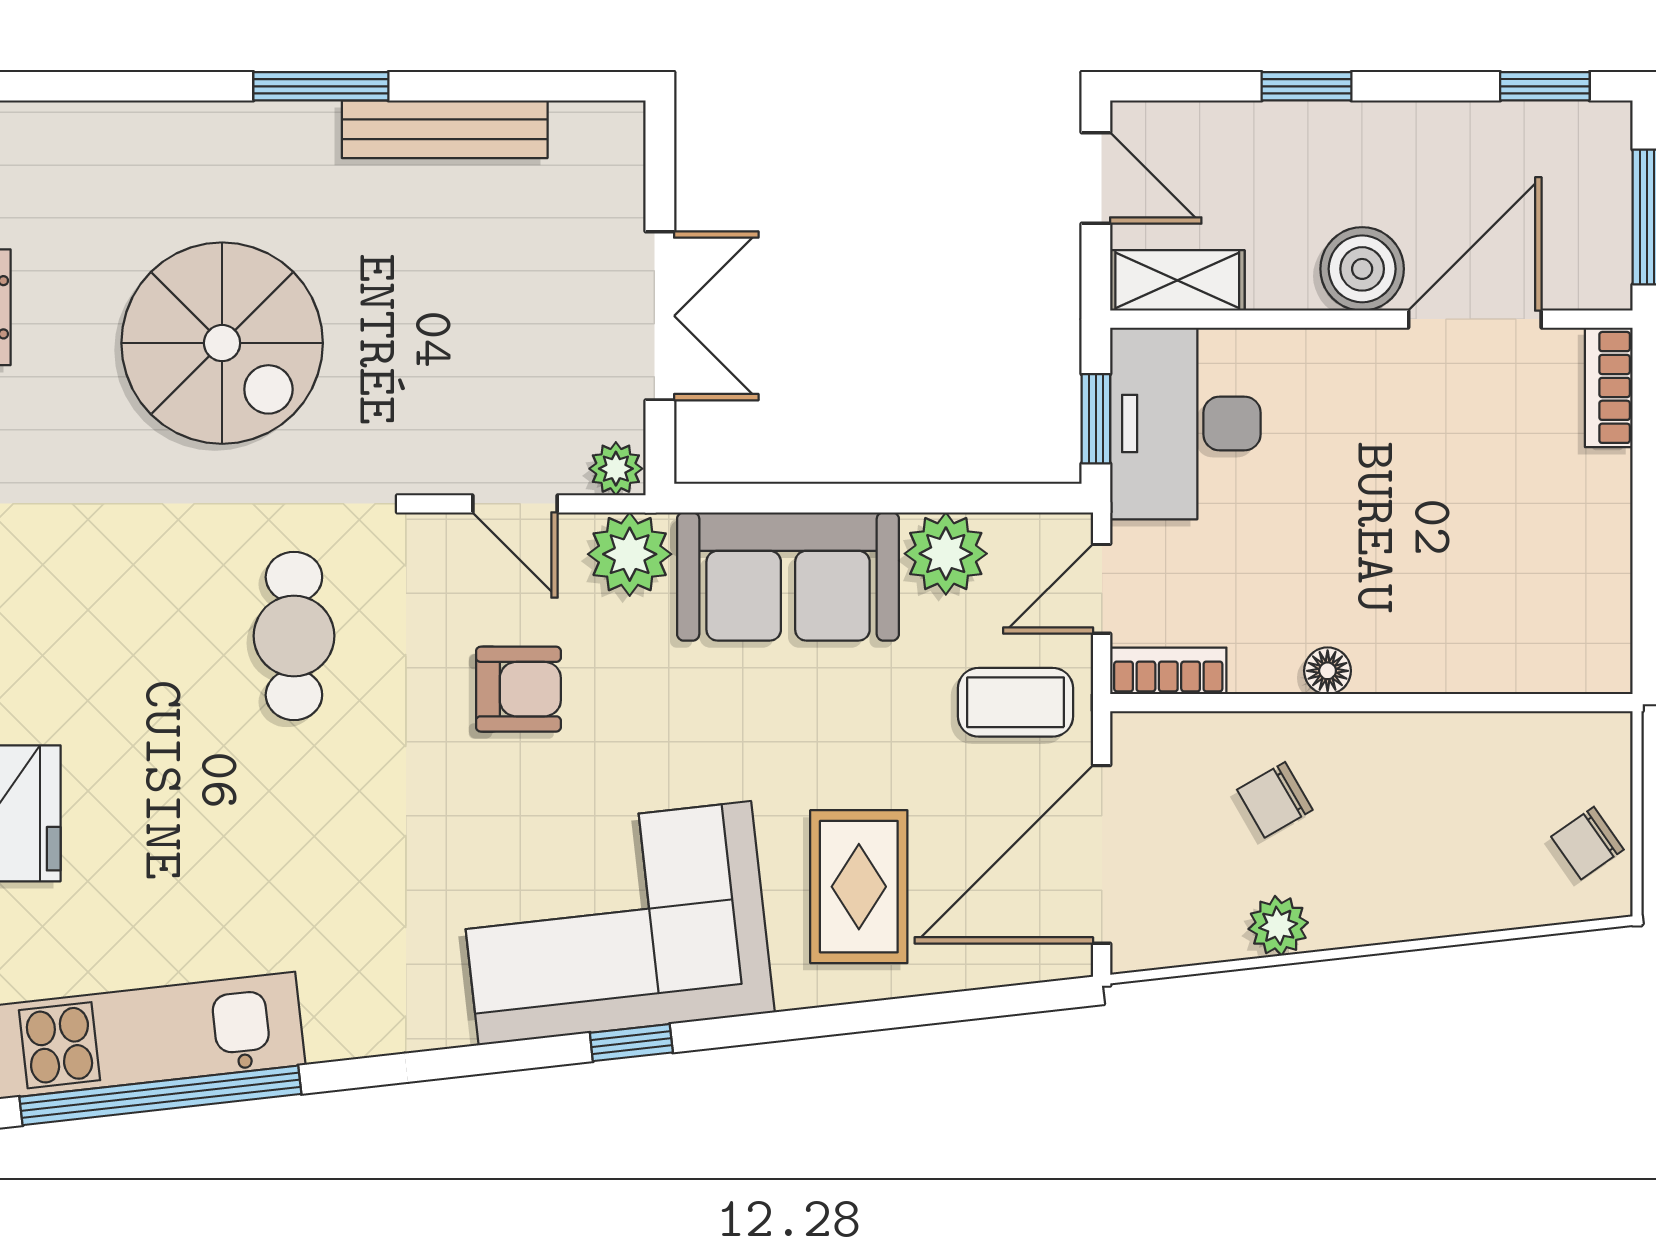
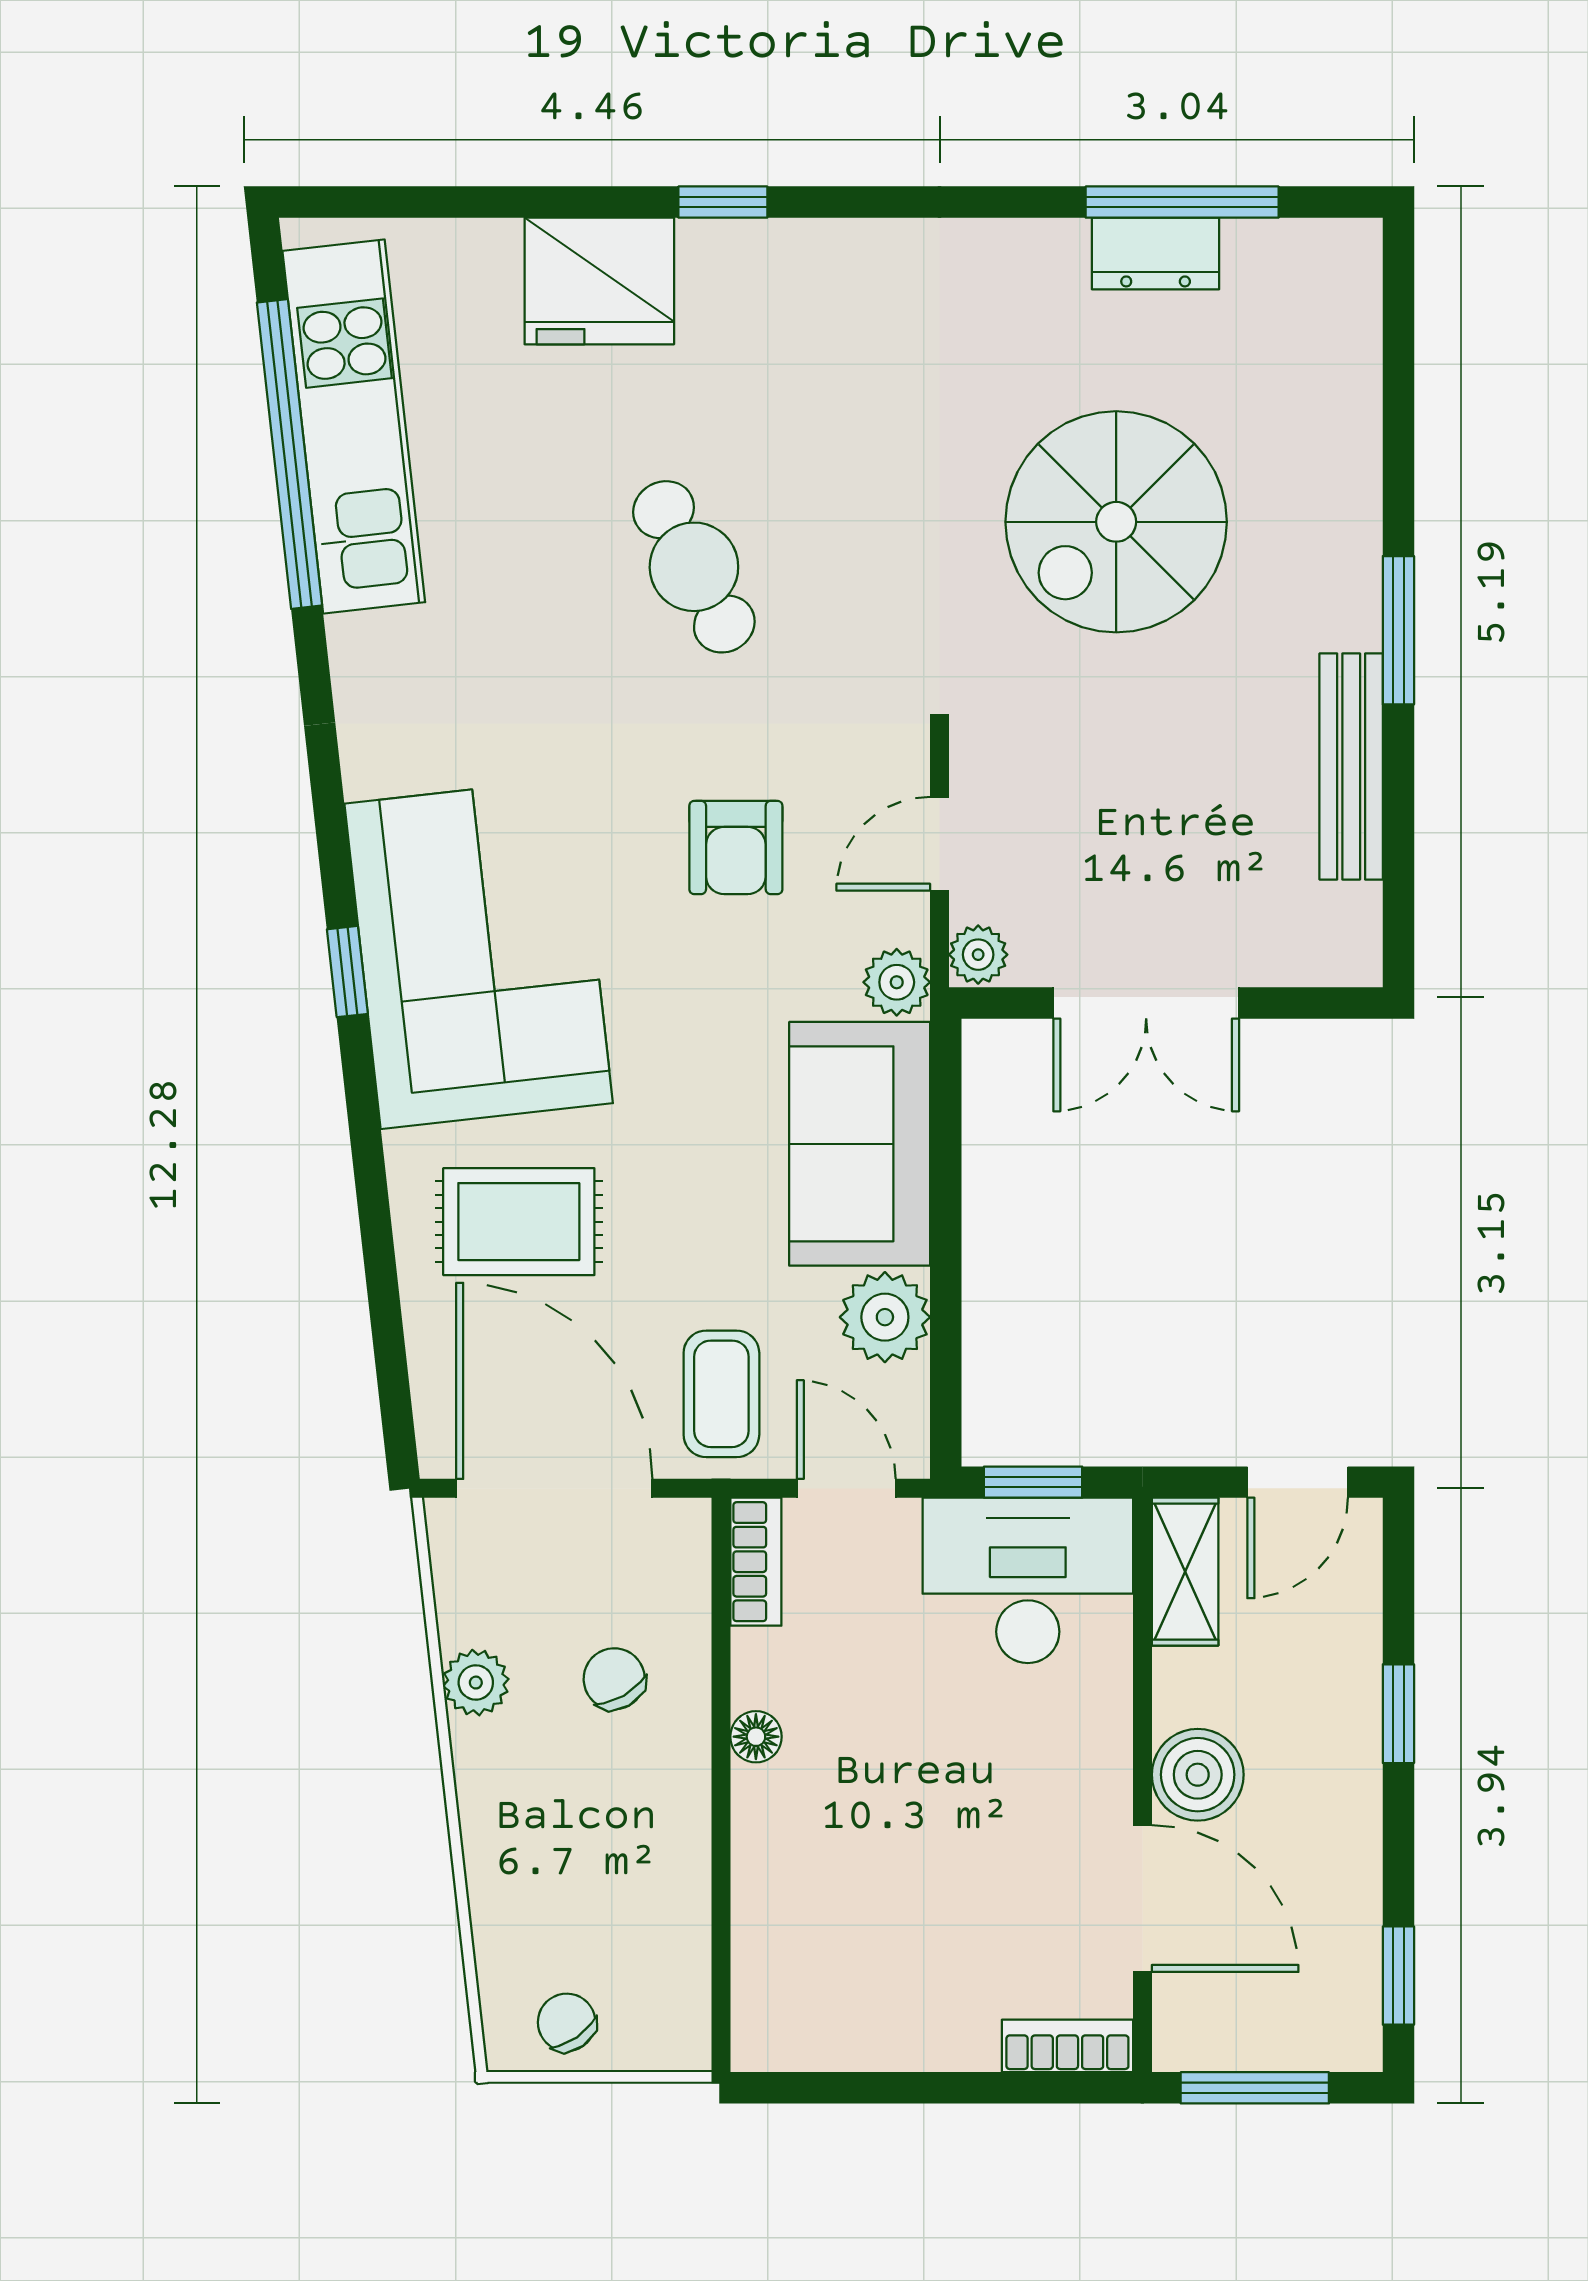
plant: (630, 554) -> (897, 982), width x0.73, depth x0.73
cafe table: (294, 636) -> (694, 567), moved, turned 62

